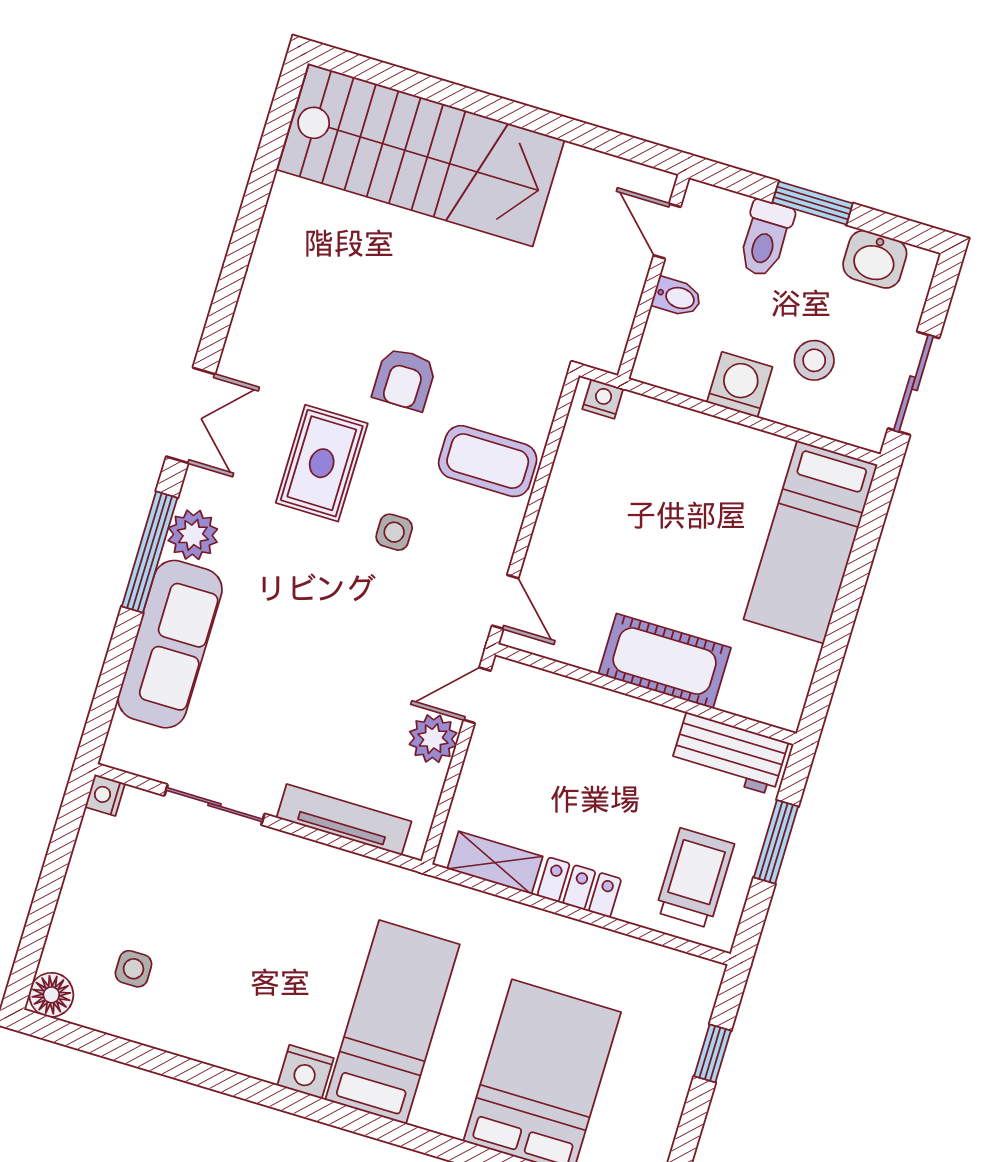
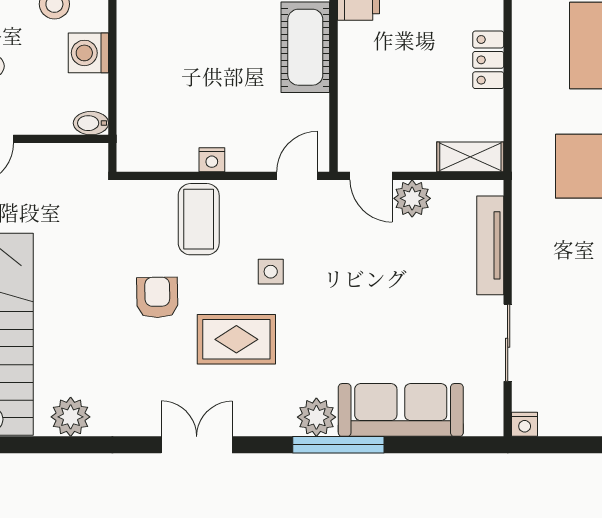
plant: (287, 224) -> (71, 417), added
bidet: (677, 297) -> (91, 123), moved, turned -90
armchair: (405, 379) -> (157, 297), turned -91
nightstand: (603, 399) -> (212, 160), moved, turned -90
double door: (191, 415) -> (197, 445), moved
shelving: (495, 863) -> (470, 157), moved, turned 90

